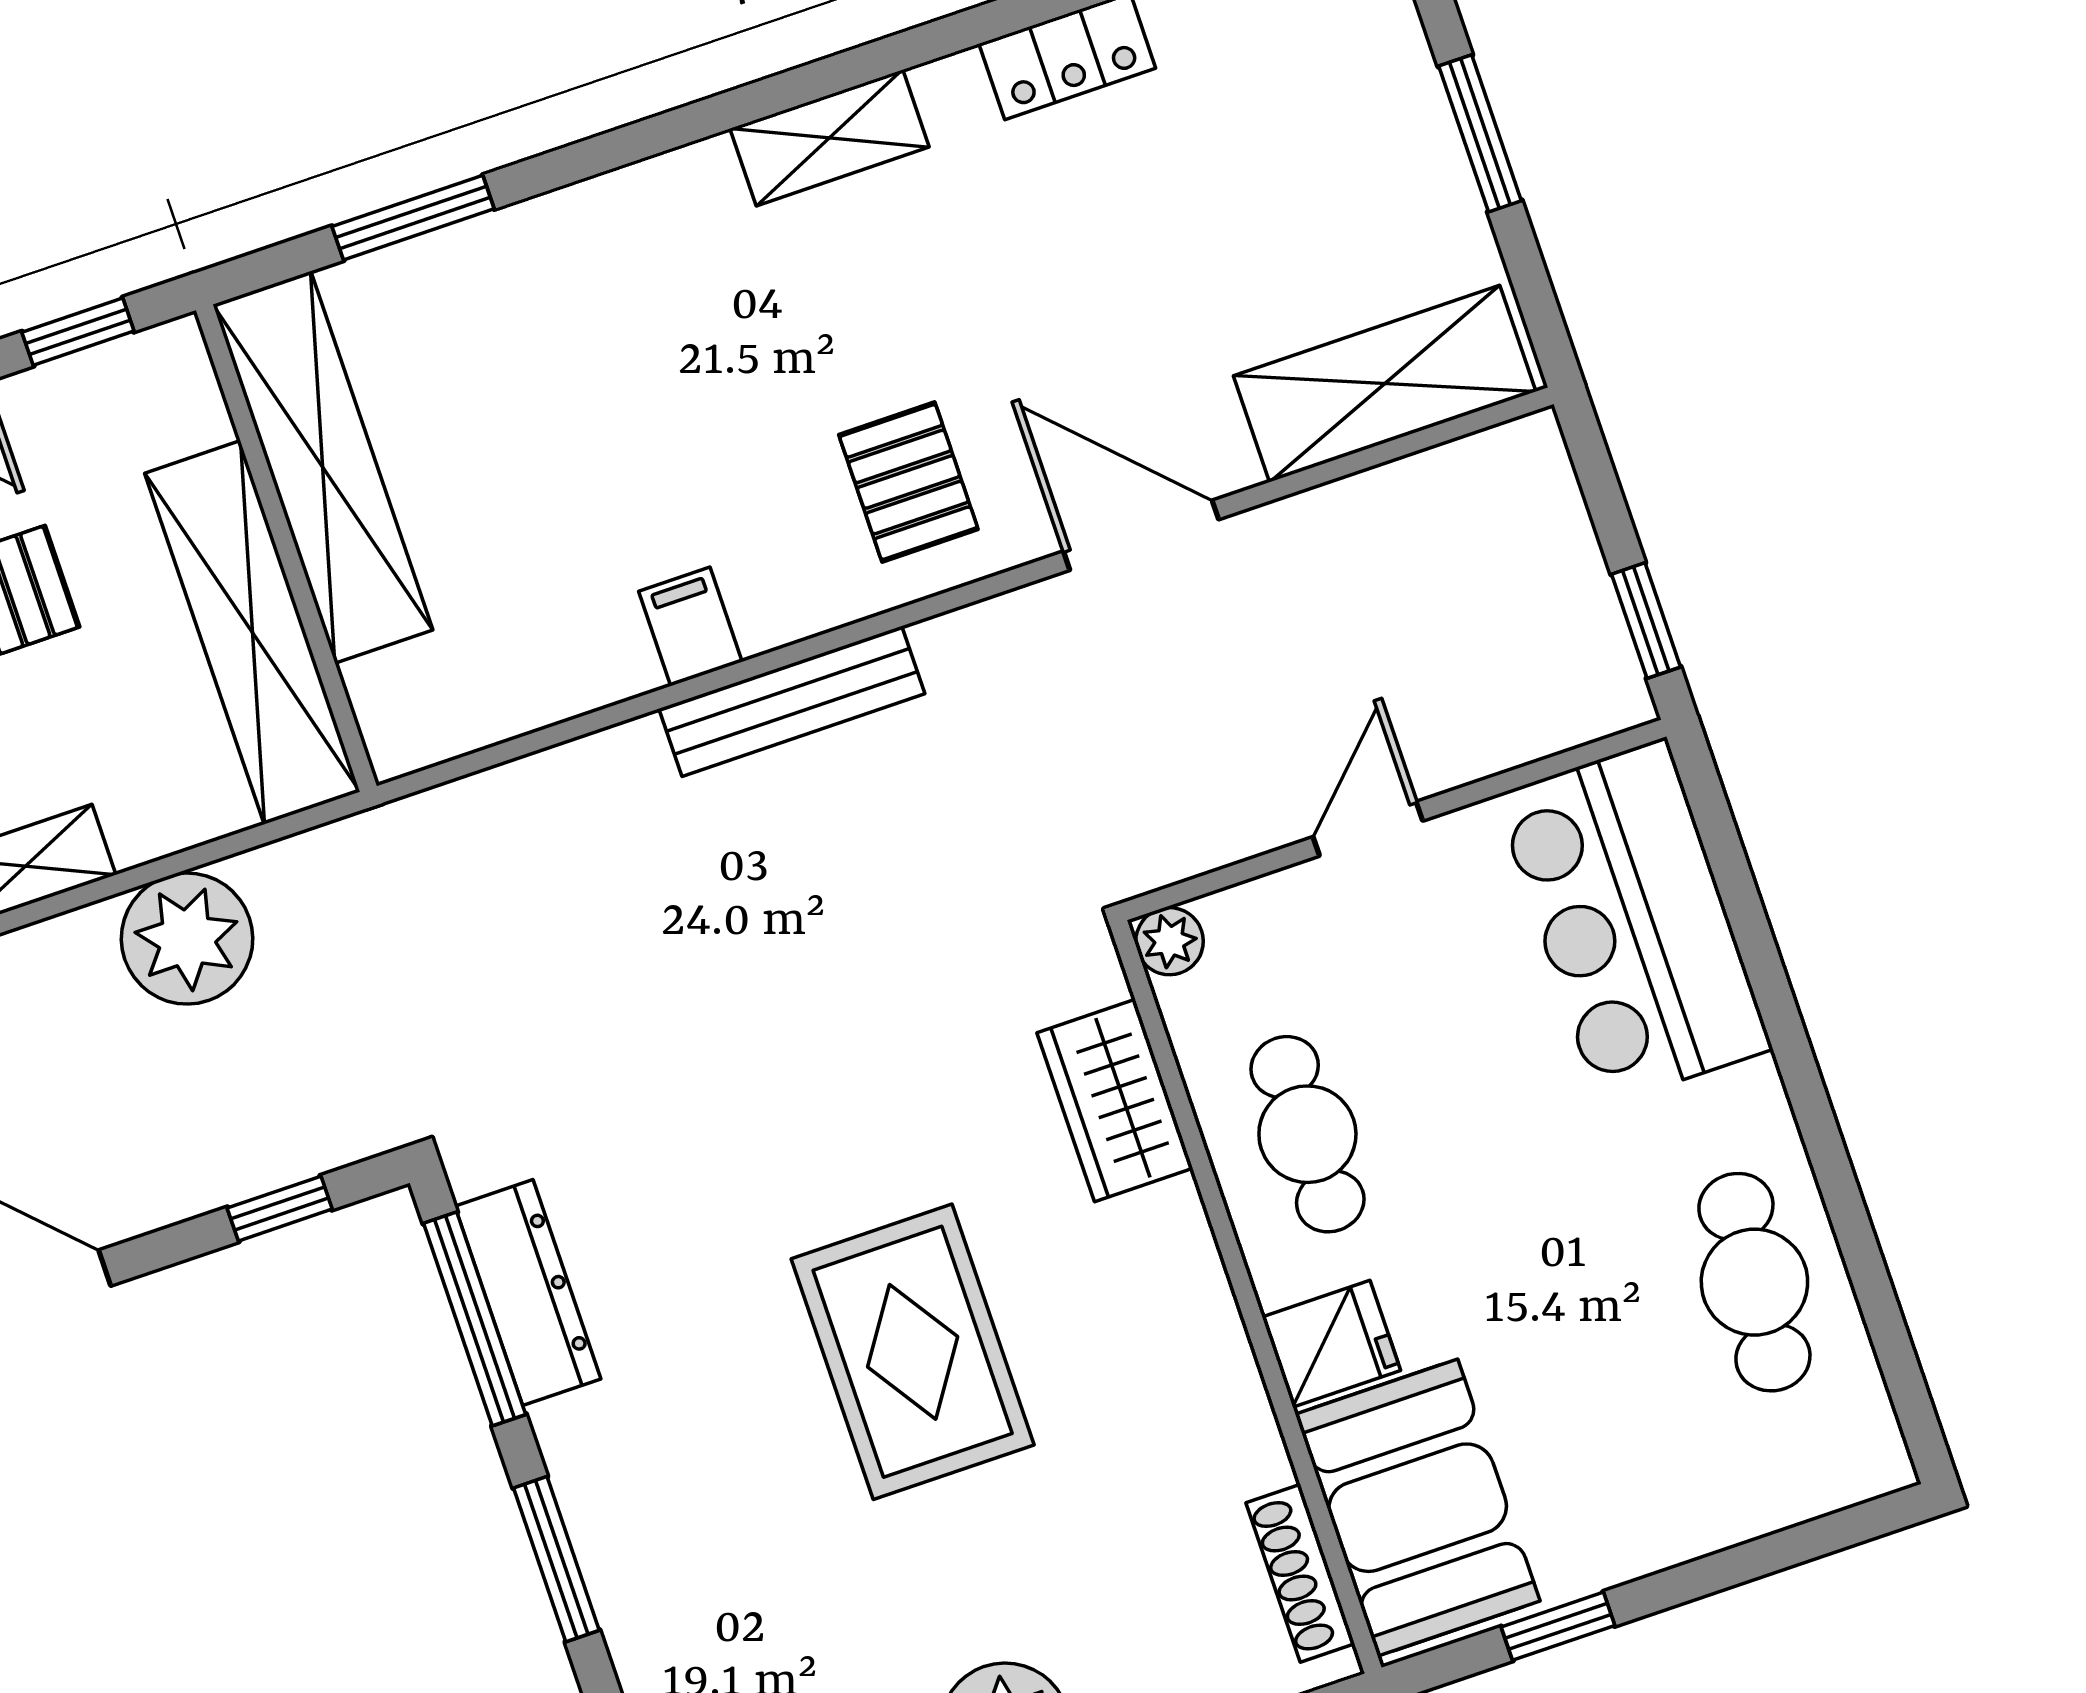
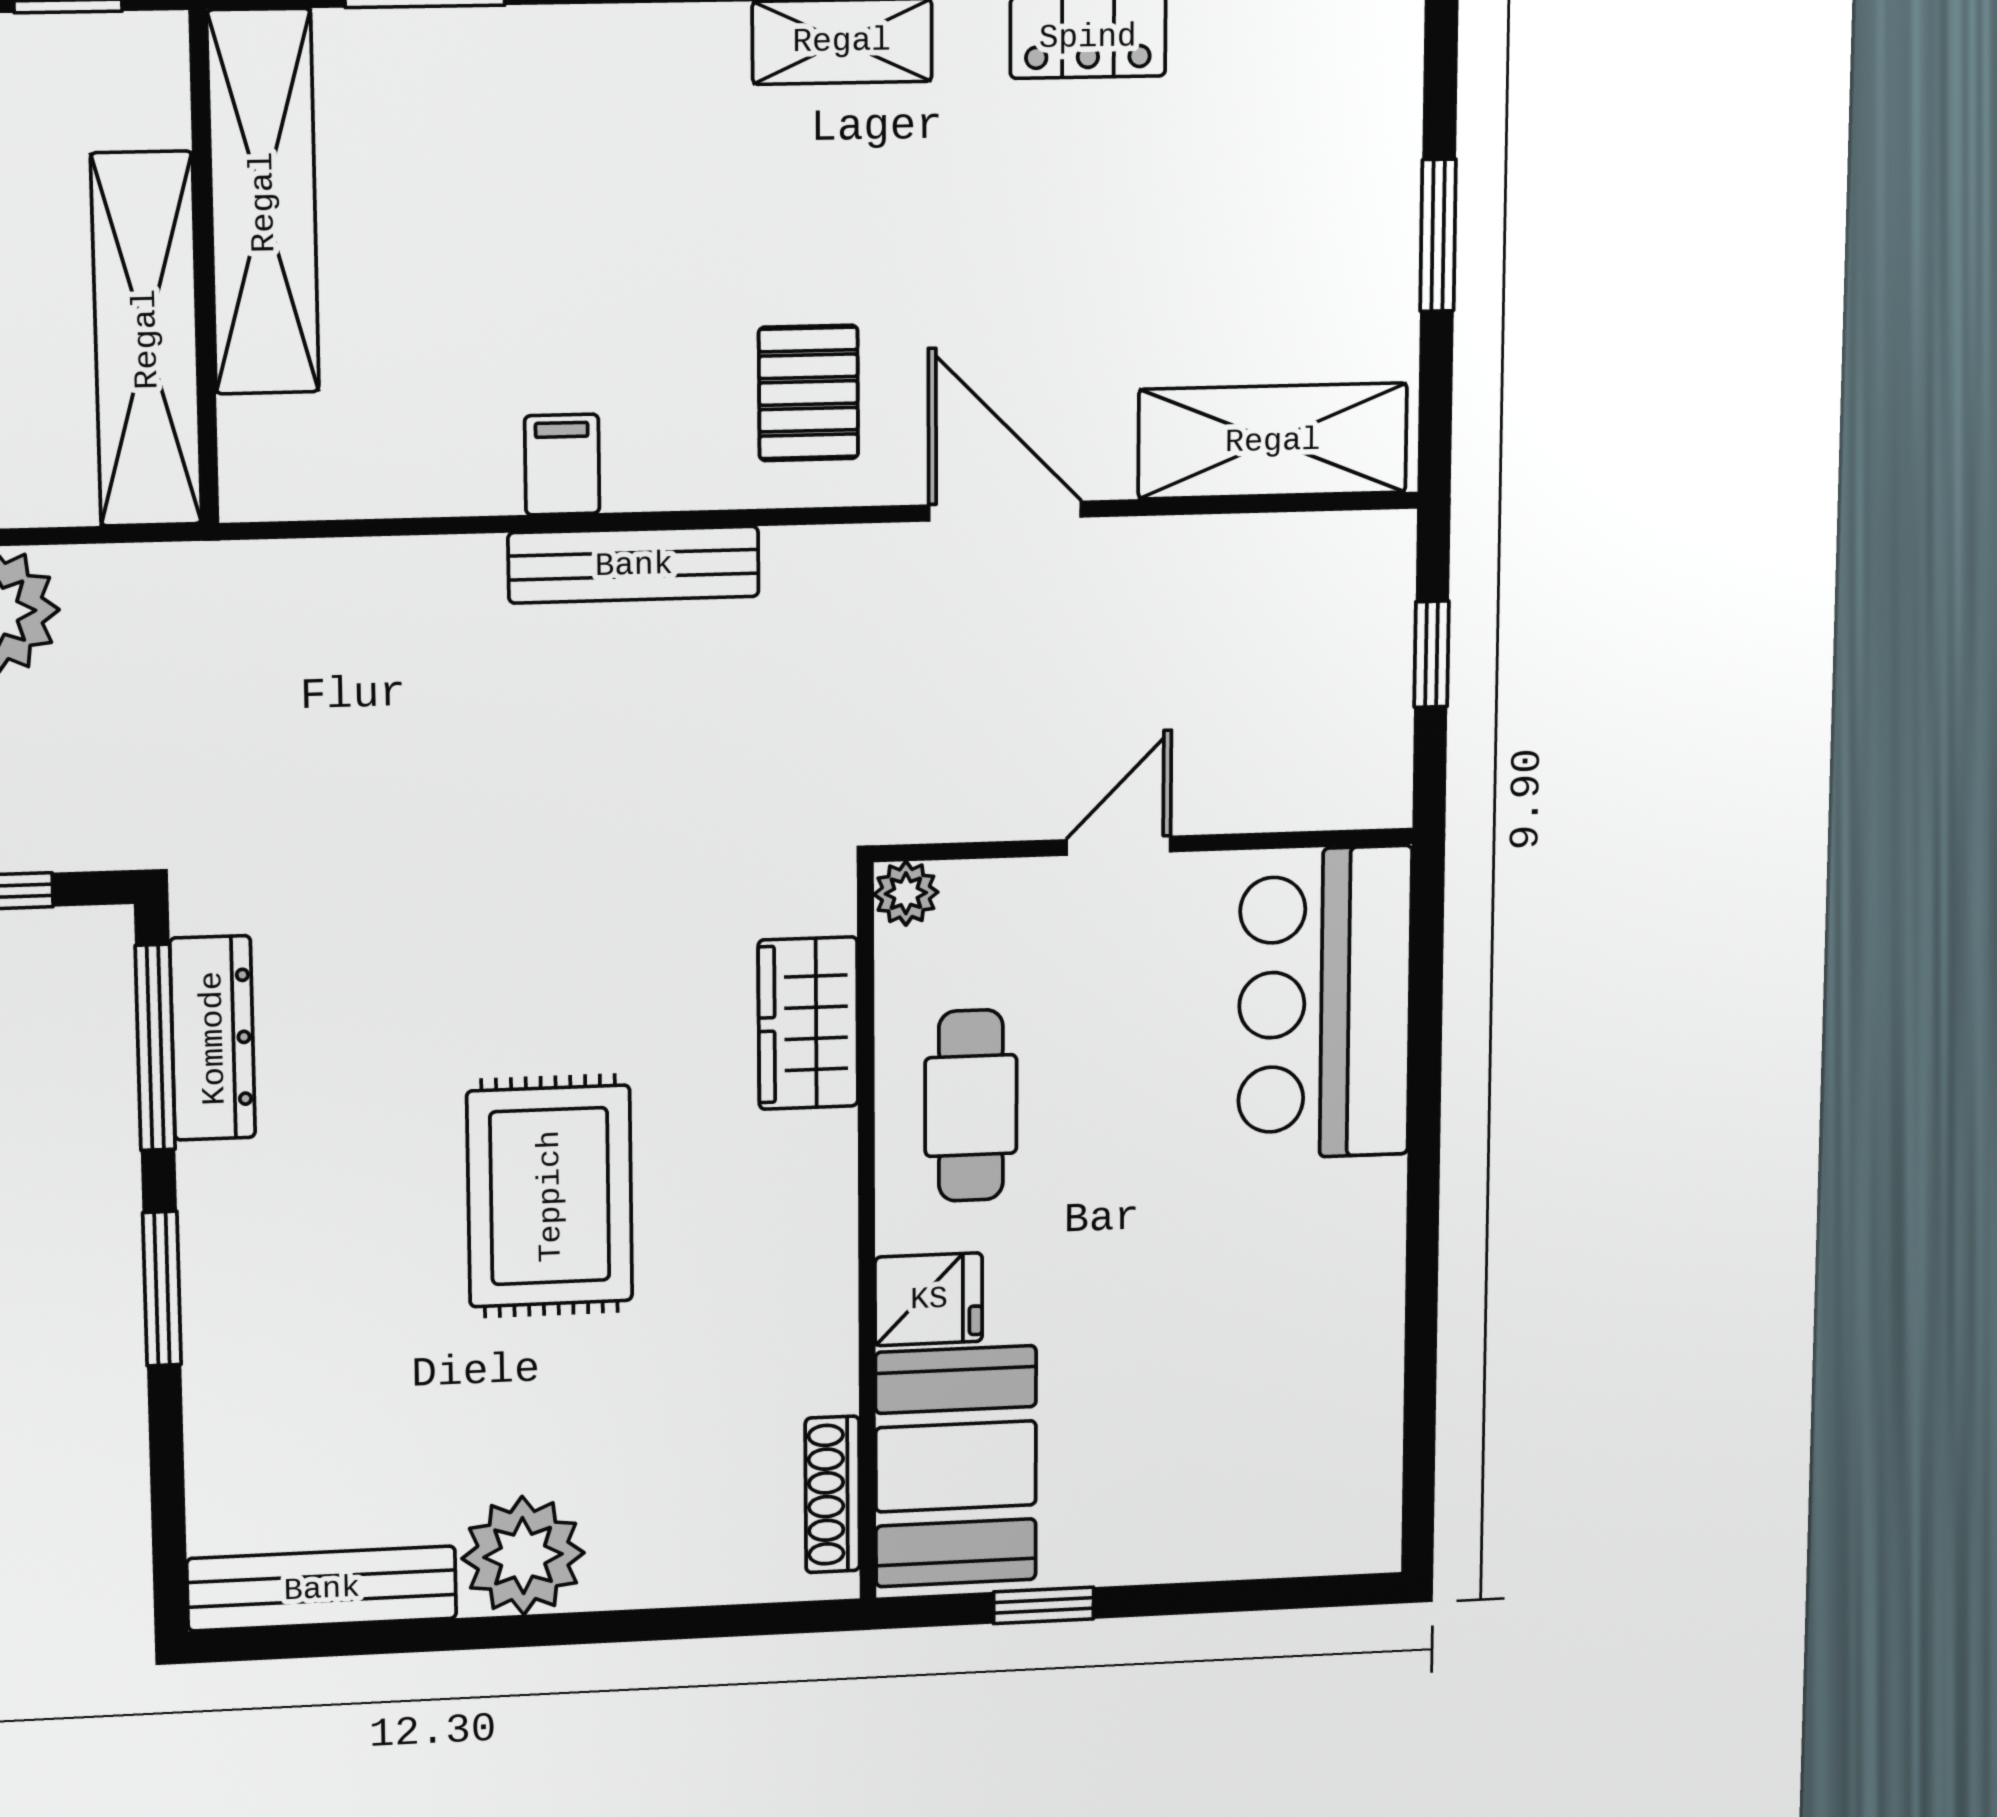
window: (1646, 621) -> (1432, 654), moved
cafe table: (1754, 1282) -> (1319, 1354), removed

